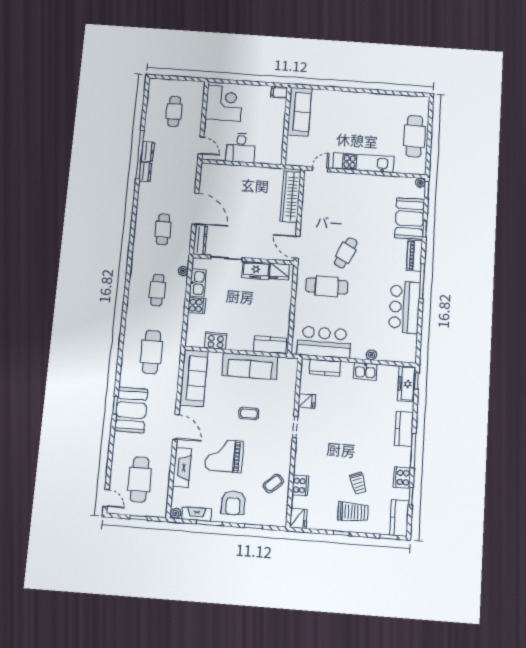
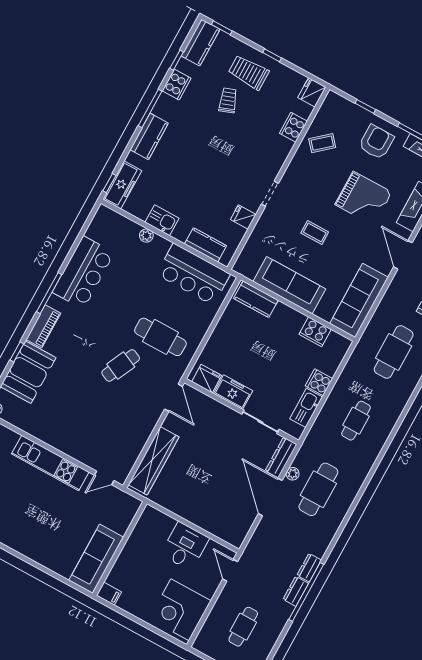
cafe table: (163, 229) -> (318, 489), width x1.37, depth x1.35
plant: (183, 271) -> (293, 474), moved

